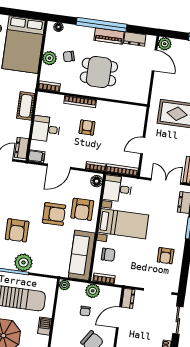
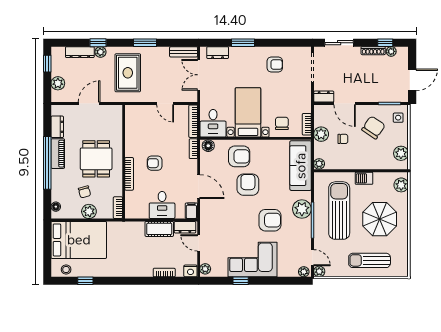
plant: (165, 44) -> (58, 83), moved
door: (155, 60) -> (89, 104), moved
cot: (26, 106) -> (159, 229), moved
sofa: (82, 255) -> (301, 166), moved, turned 90

